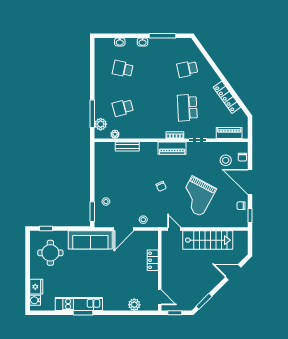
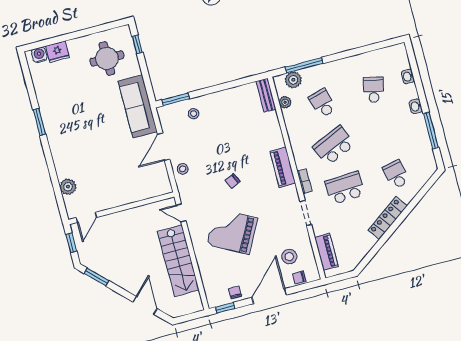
locker: (227, 97) -> (388, 218), moved
school desk: (155, 108) -> (334, 146), added
bench: (127, 146) -> (266, 95), moved
piano: (172, 148) -> (283, 167), moved
door: (124, 229) -> (164, 147), hinge flipped
door: (174, 229) -> (181, 213), swing flipped
locker: (153, 260) -> (133, 195), removed
kitchen unit: (79, 304) -> (50, 114), removed

